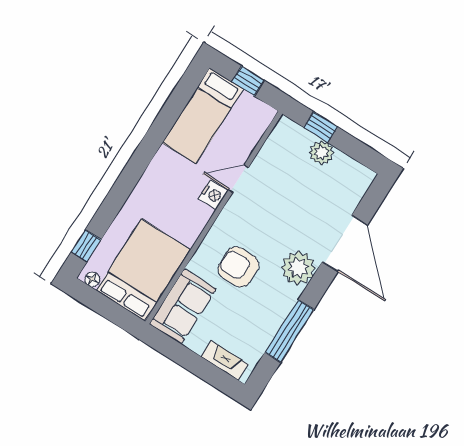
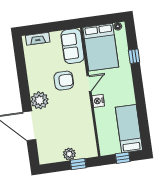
door: (238, 179) -> (89, 84), moved
window: (86, 246) -> (134, 56), moved
window: (289, 331) -> (22, 72), removed

